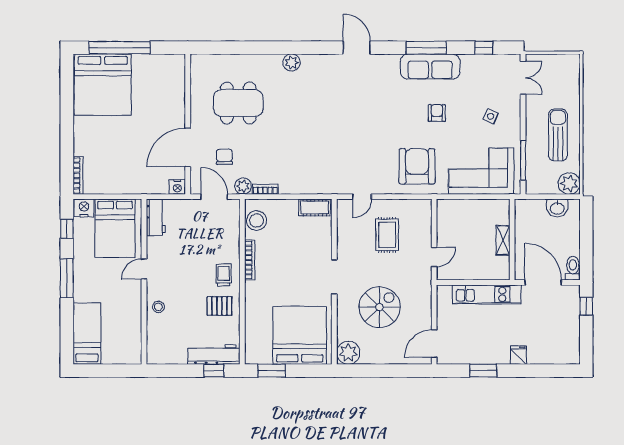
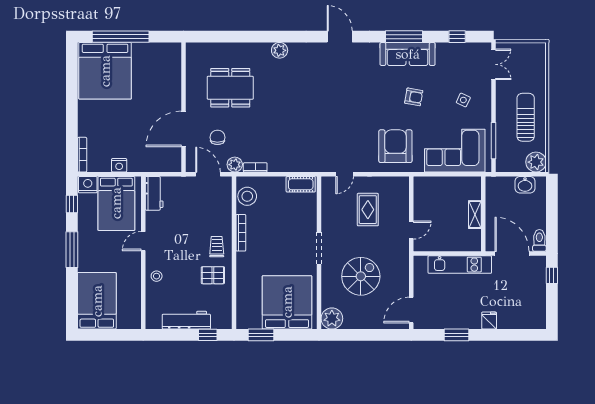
armchair: (437, 113) -> (414, 97), turned 100
nightstand: (177, 187) -> (119, 165), moved
bed: (87, 334) -> (97, 301), width x1.50
workbench: (214, 355) -> (186, 320), moved

